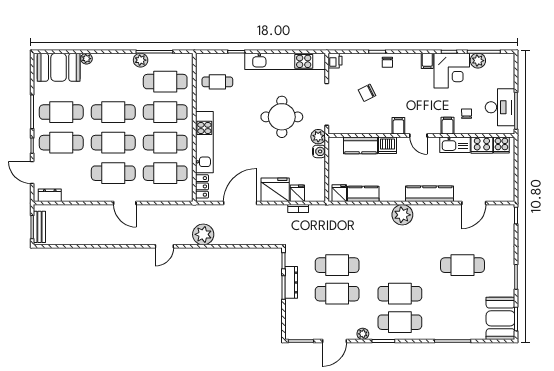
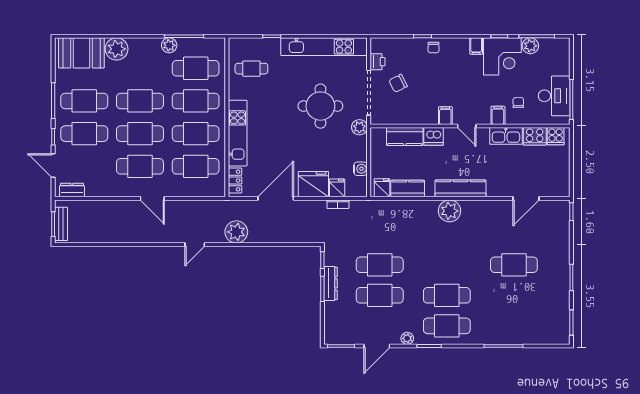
plant: (86, 59) -> (117, 49), width x1.87, depth x1.87
printer: (335, 61) -> (377, 62), moved
chair: (367, 93) -> (398, 83), moved
water cooler: (319, 151) -> (360, 169), moved
kitchen counter: (429, 194) -> (461, 188), moved
booth: (500, 318) -> (555, 322), removed

